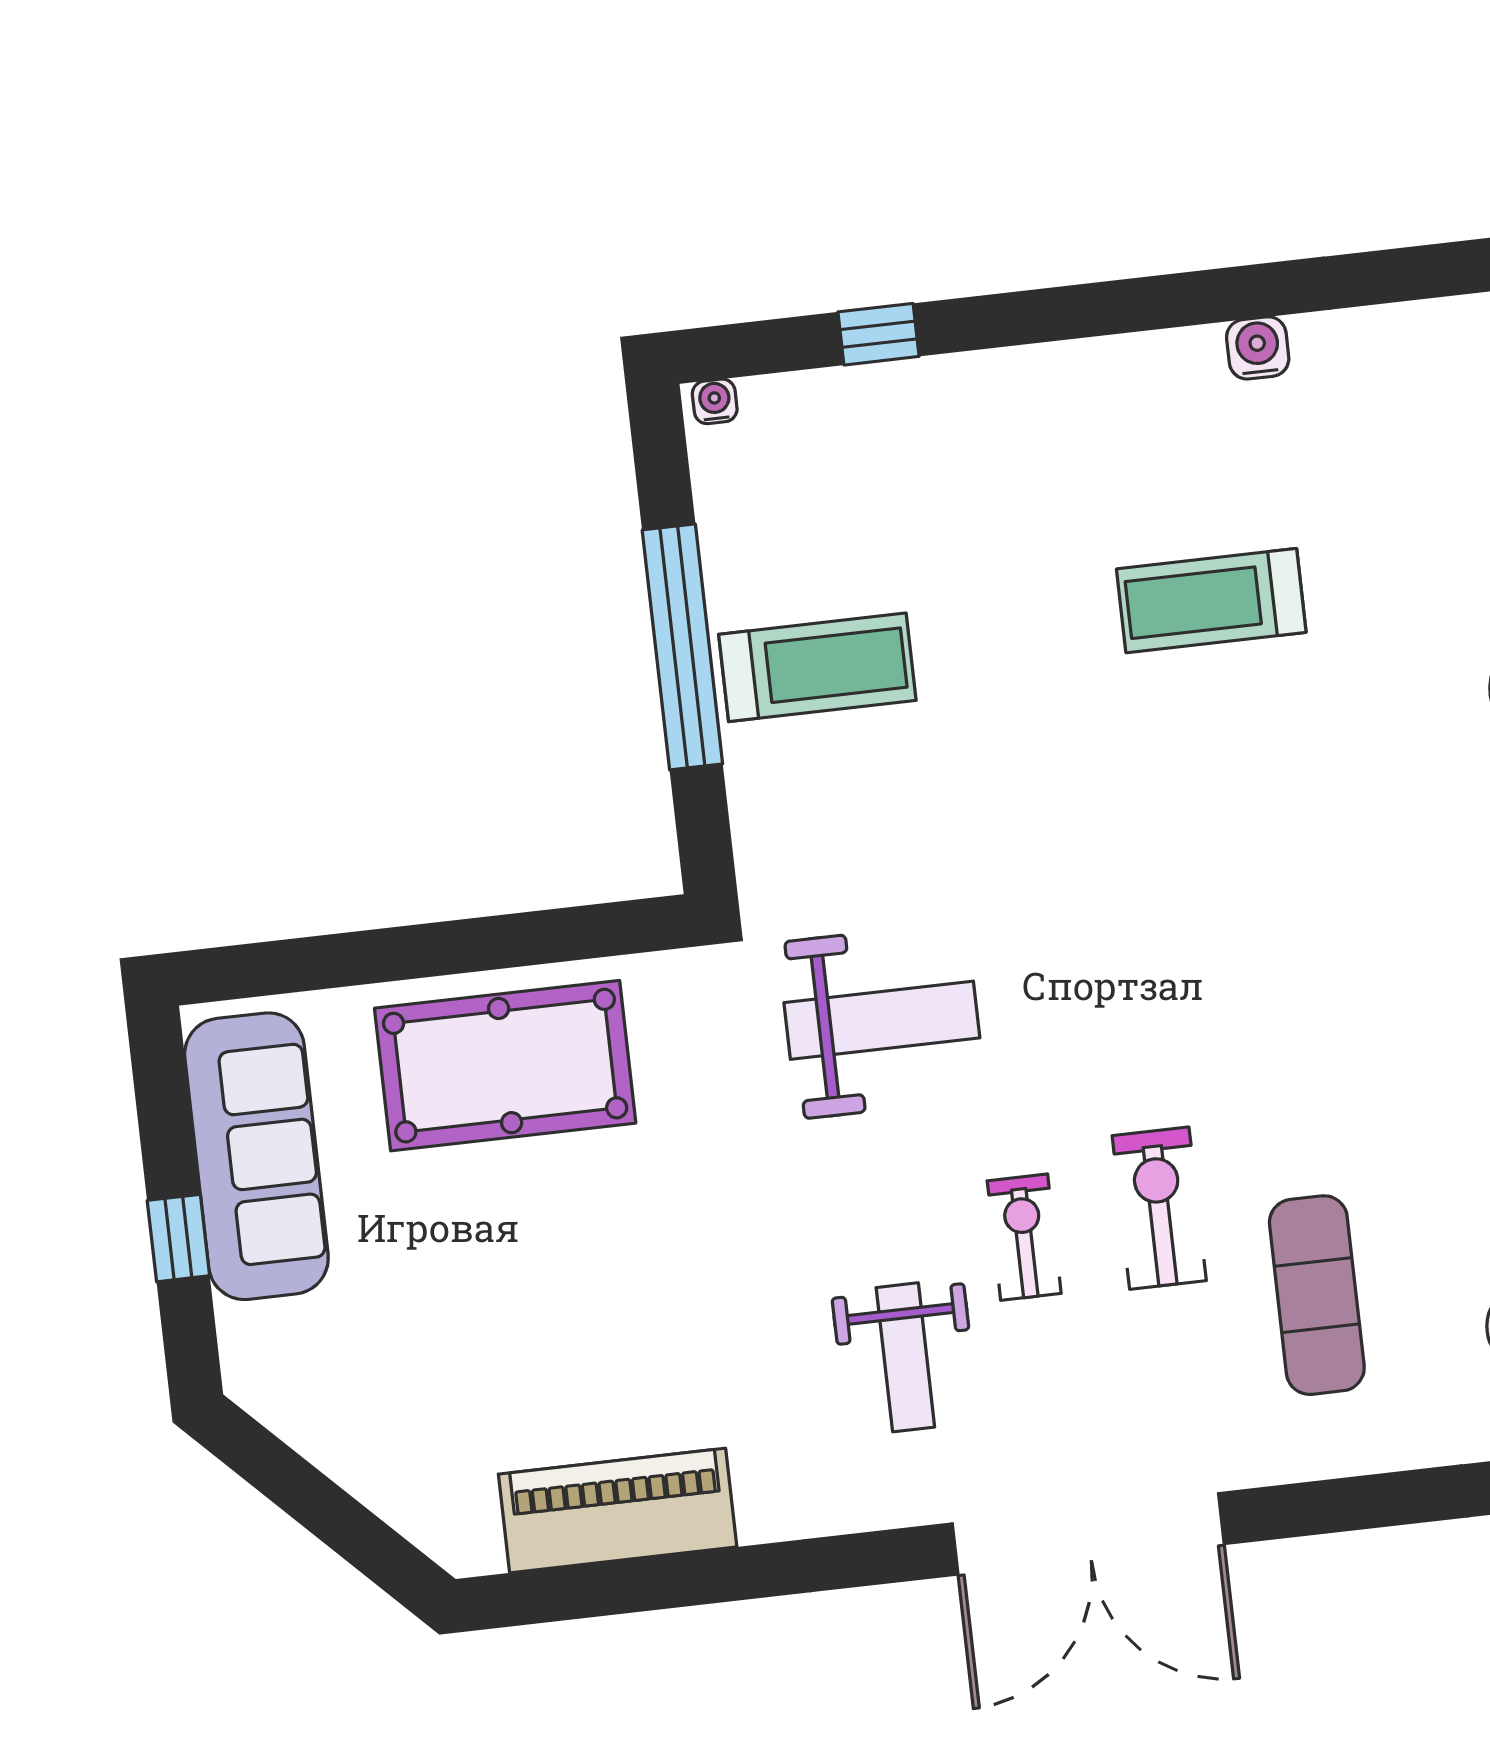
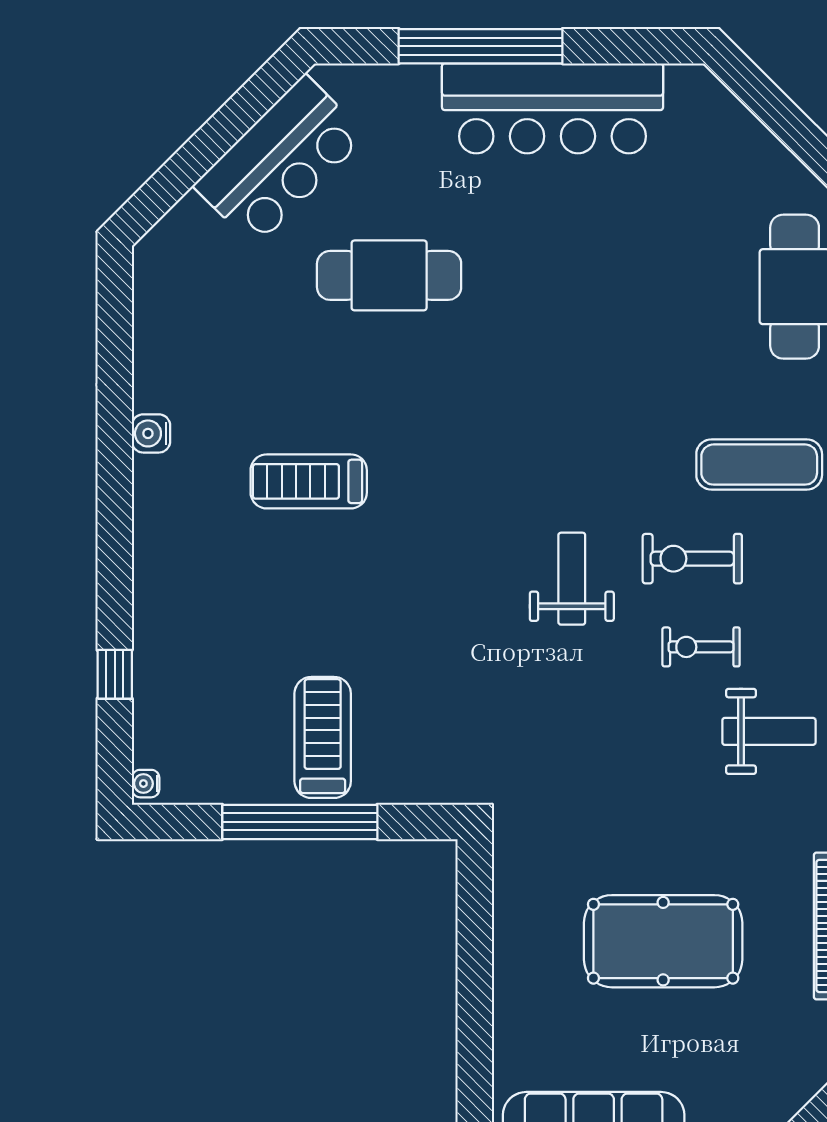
treadmill: (1211, 601) -> (309, 481), turned 90
weight bench: (882, 1020) -> (572, 579), moved, width x0.73, depth x0.75
pool table: (505, 1066) -> (663, 941), moved, turned 90

